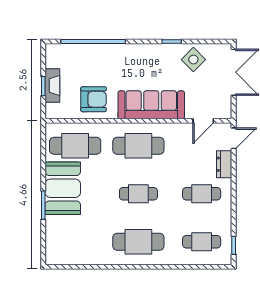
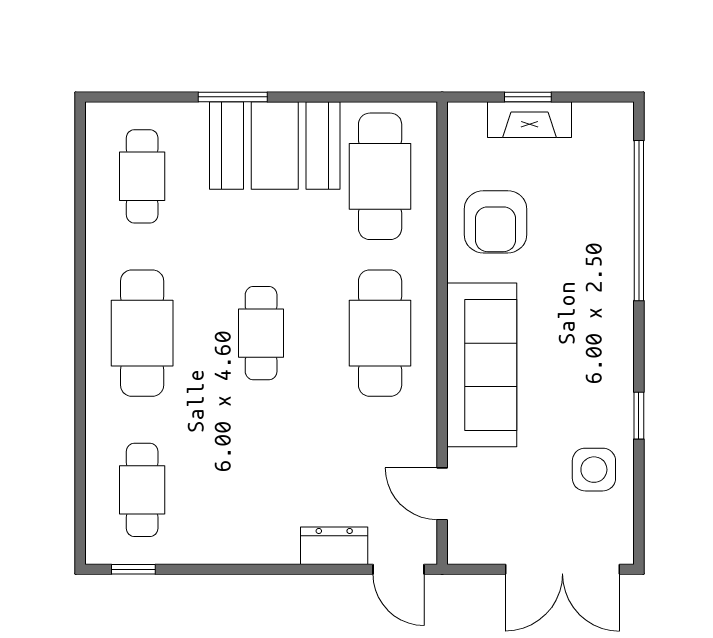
side table: (193, 60) -> (594, 470), turned 45
cafe table: (202, 194) -> (142, 176), moved

